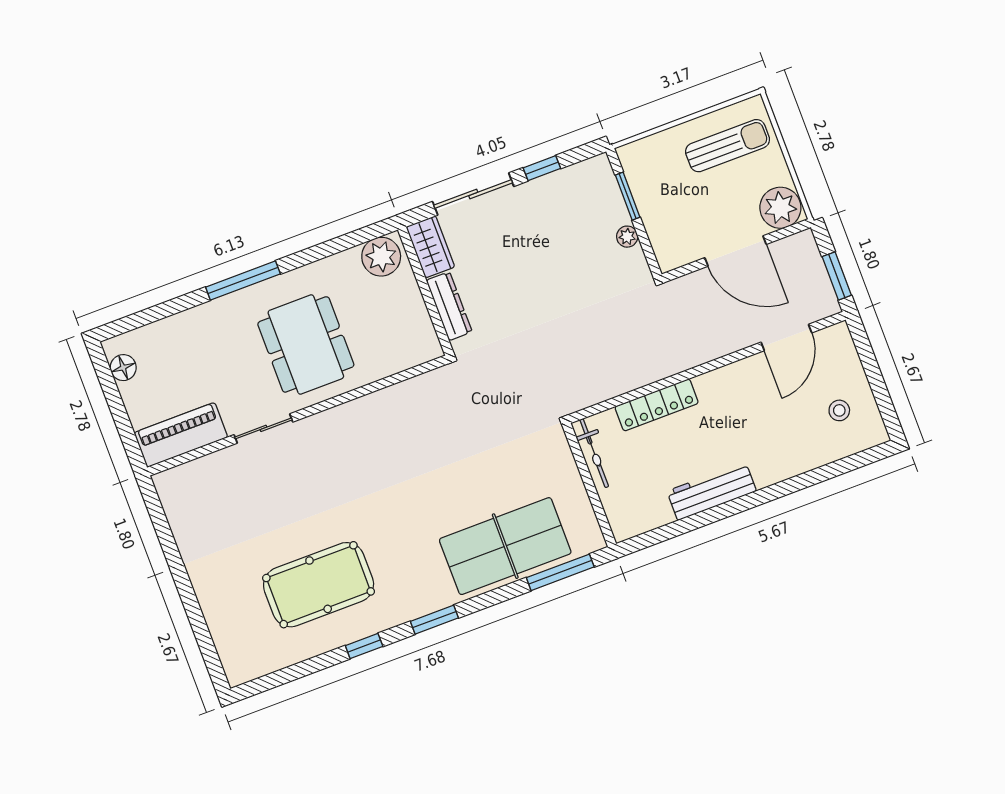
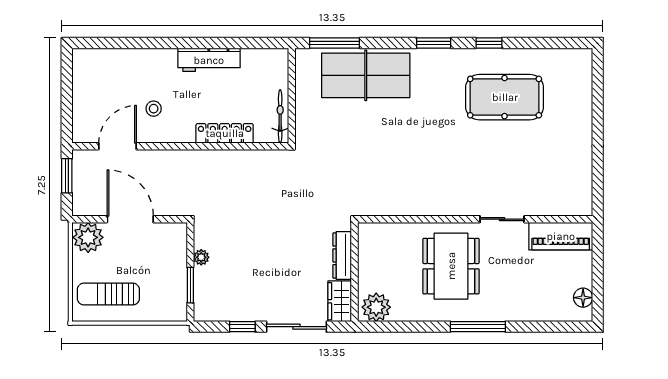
stool: (839, 410) -> (154, 109), moved

